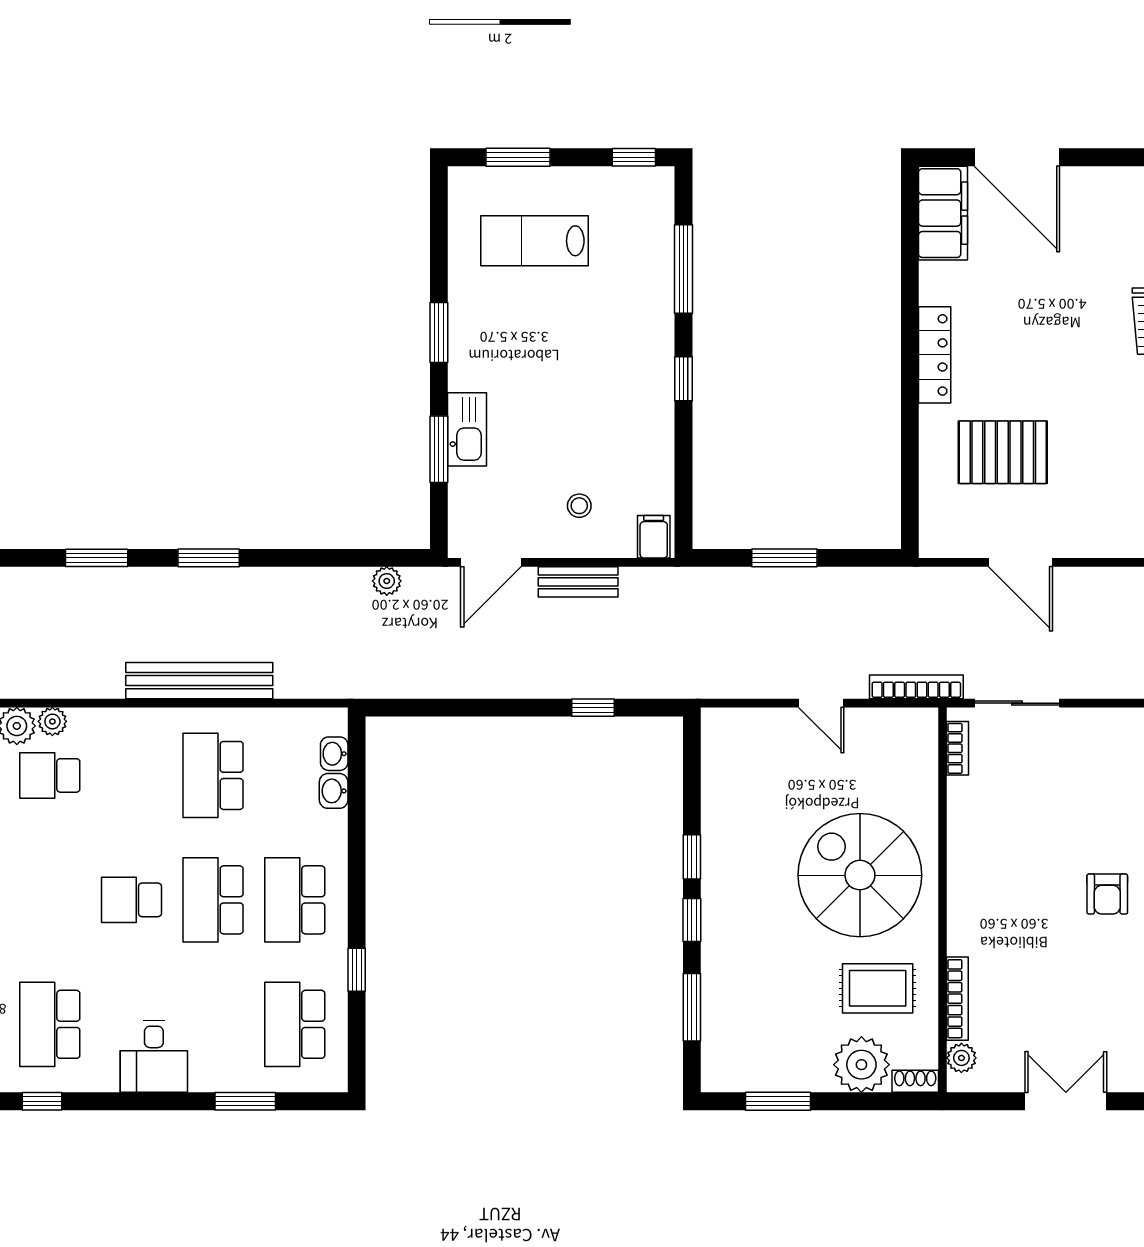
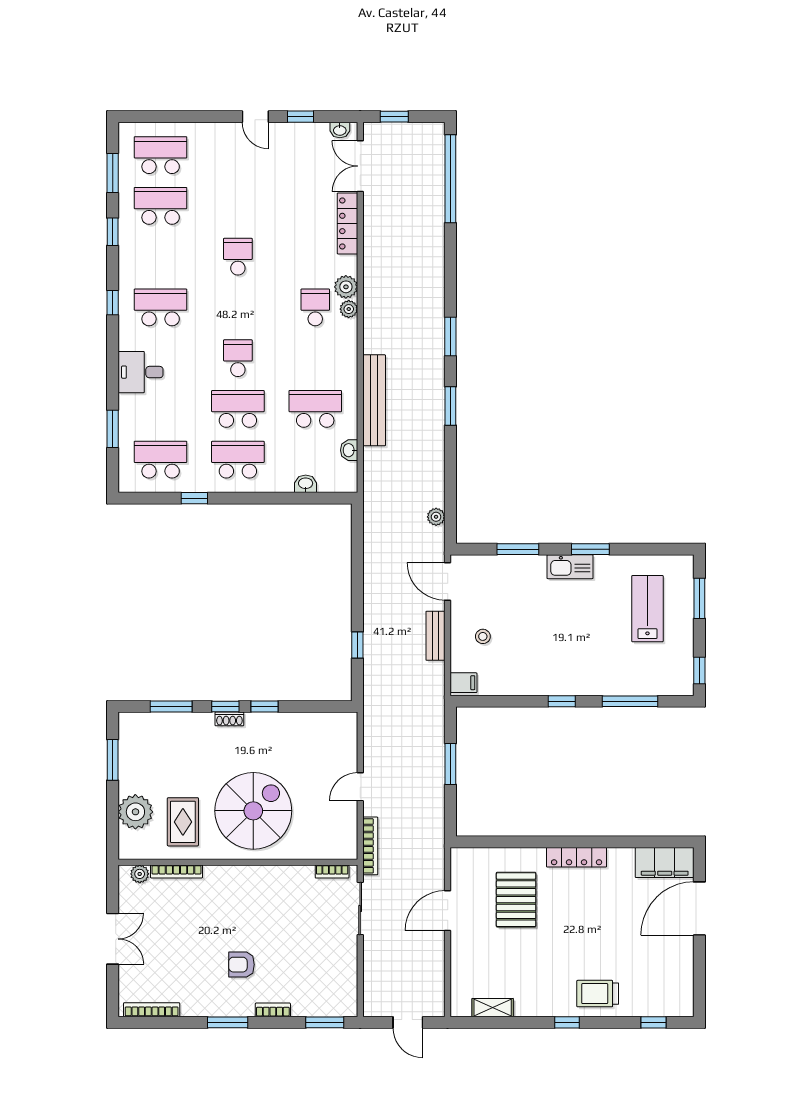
kitchen sink: (467, 429) -> (570, 567), moved
washbasin: (334, 754) -> (349, 450), moved, turned -90
shoe rack: (915, 1081) -> (229, 719), moved, turned 90

